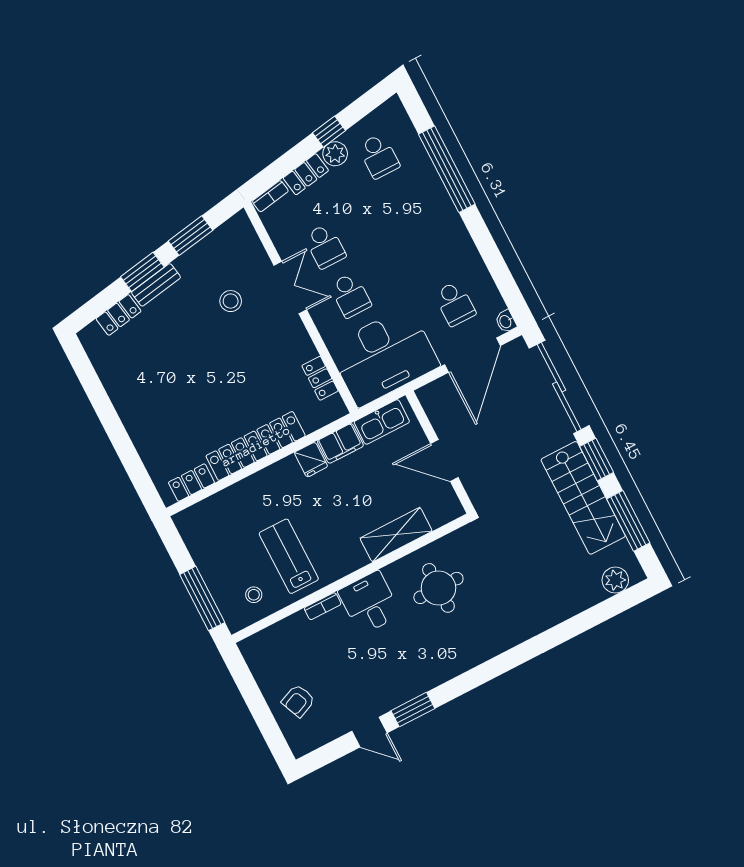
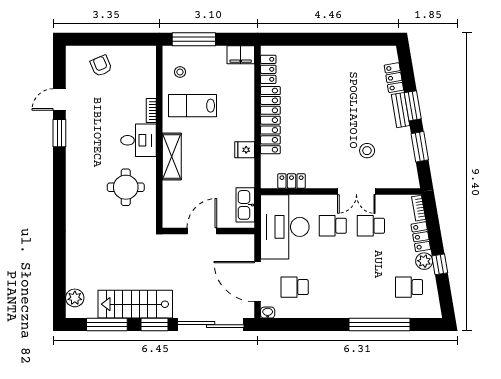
filing cabinet: (340, 443) -> (241, 55), moved, turned -90
shelving: (396, 535) -> (172, 157), moved
lab bench: (289, 556) -> (192, 106), turned 180

